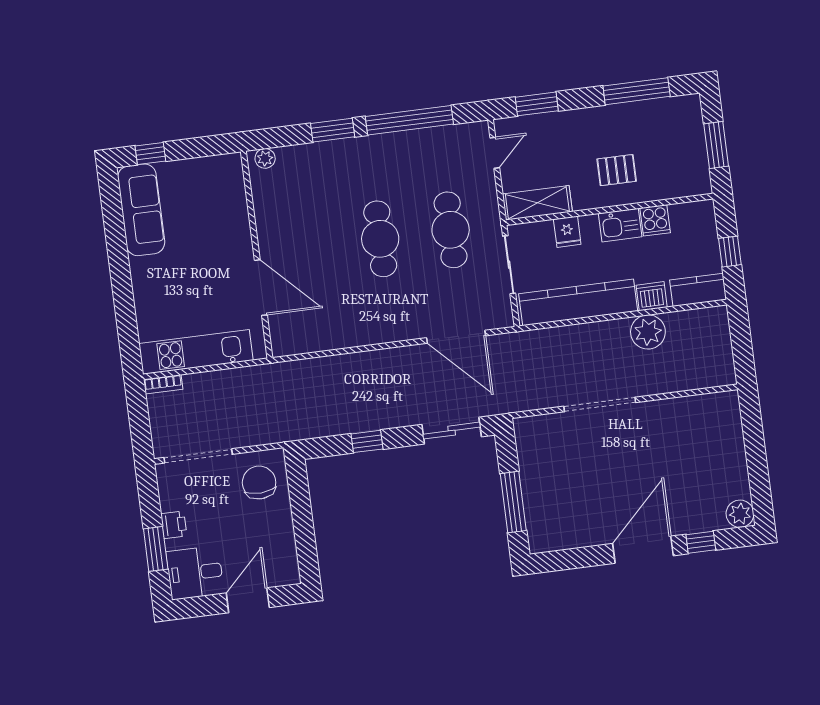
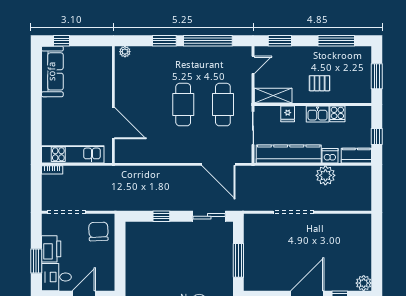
printer: (174, 525) -> (51, 249), width x1.87, depth x1.48

